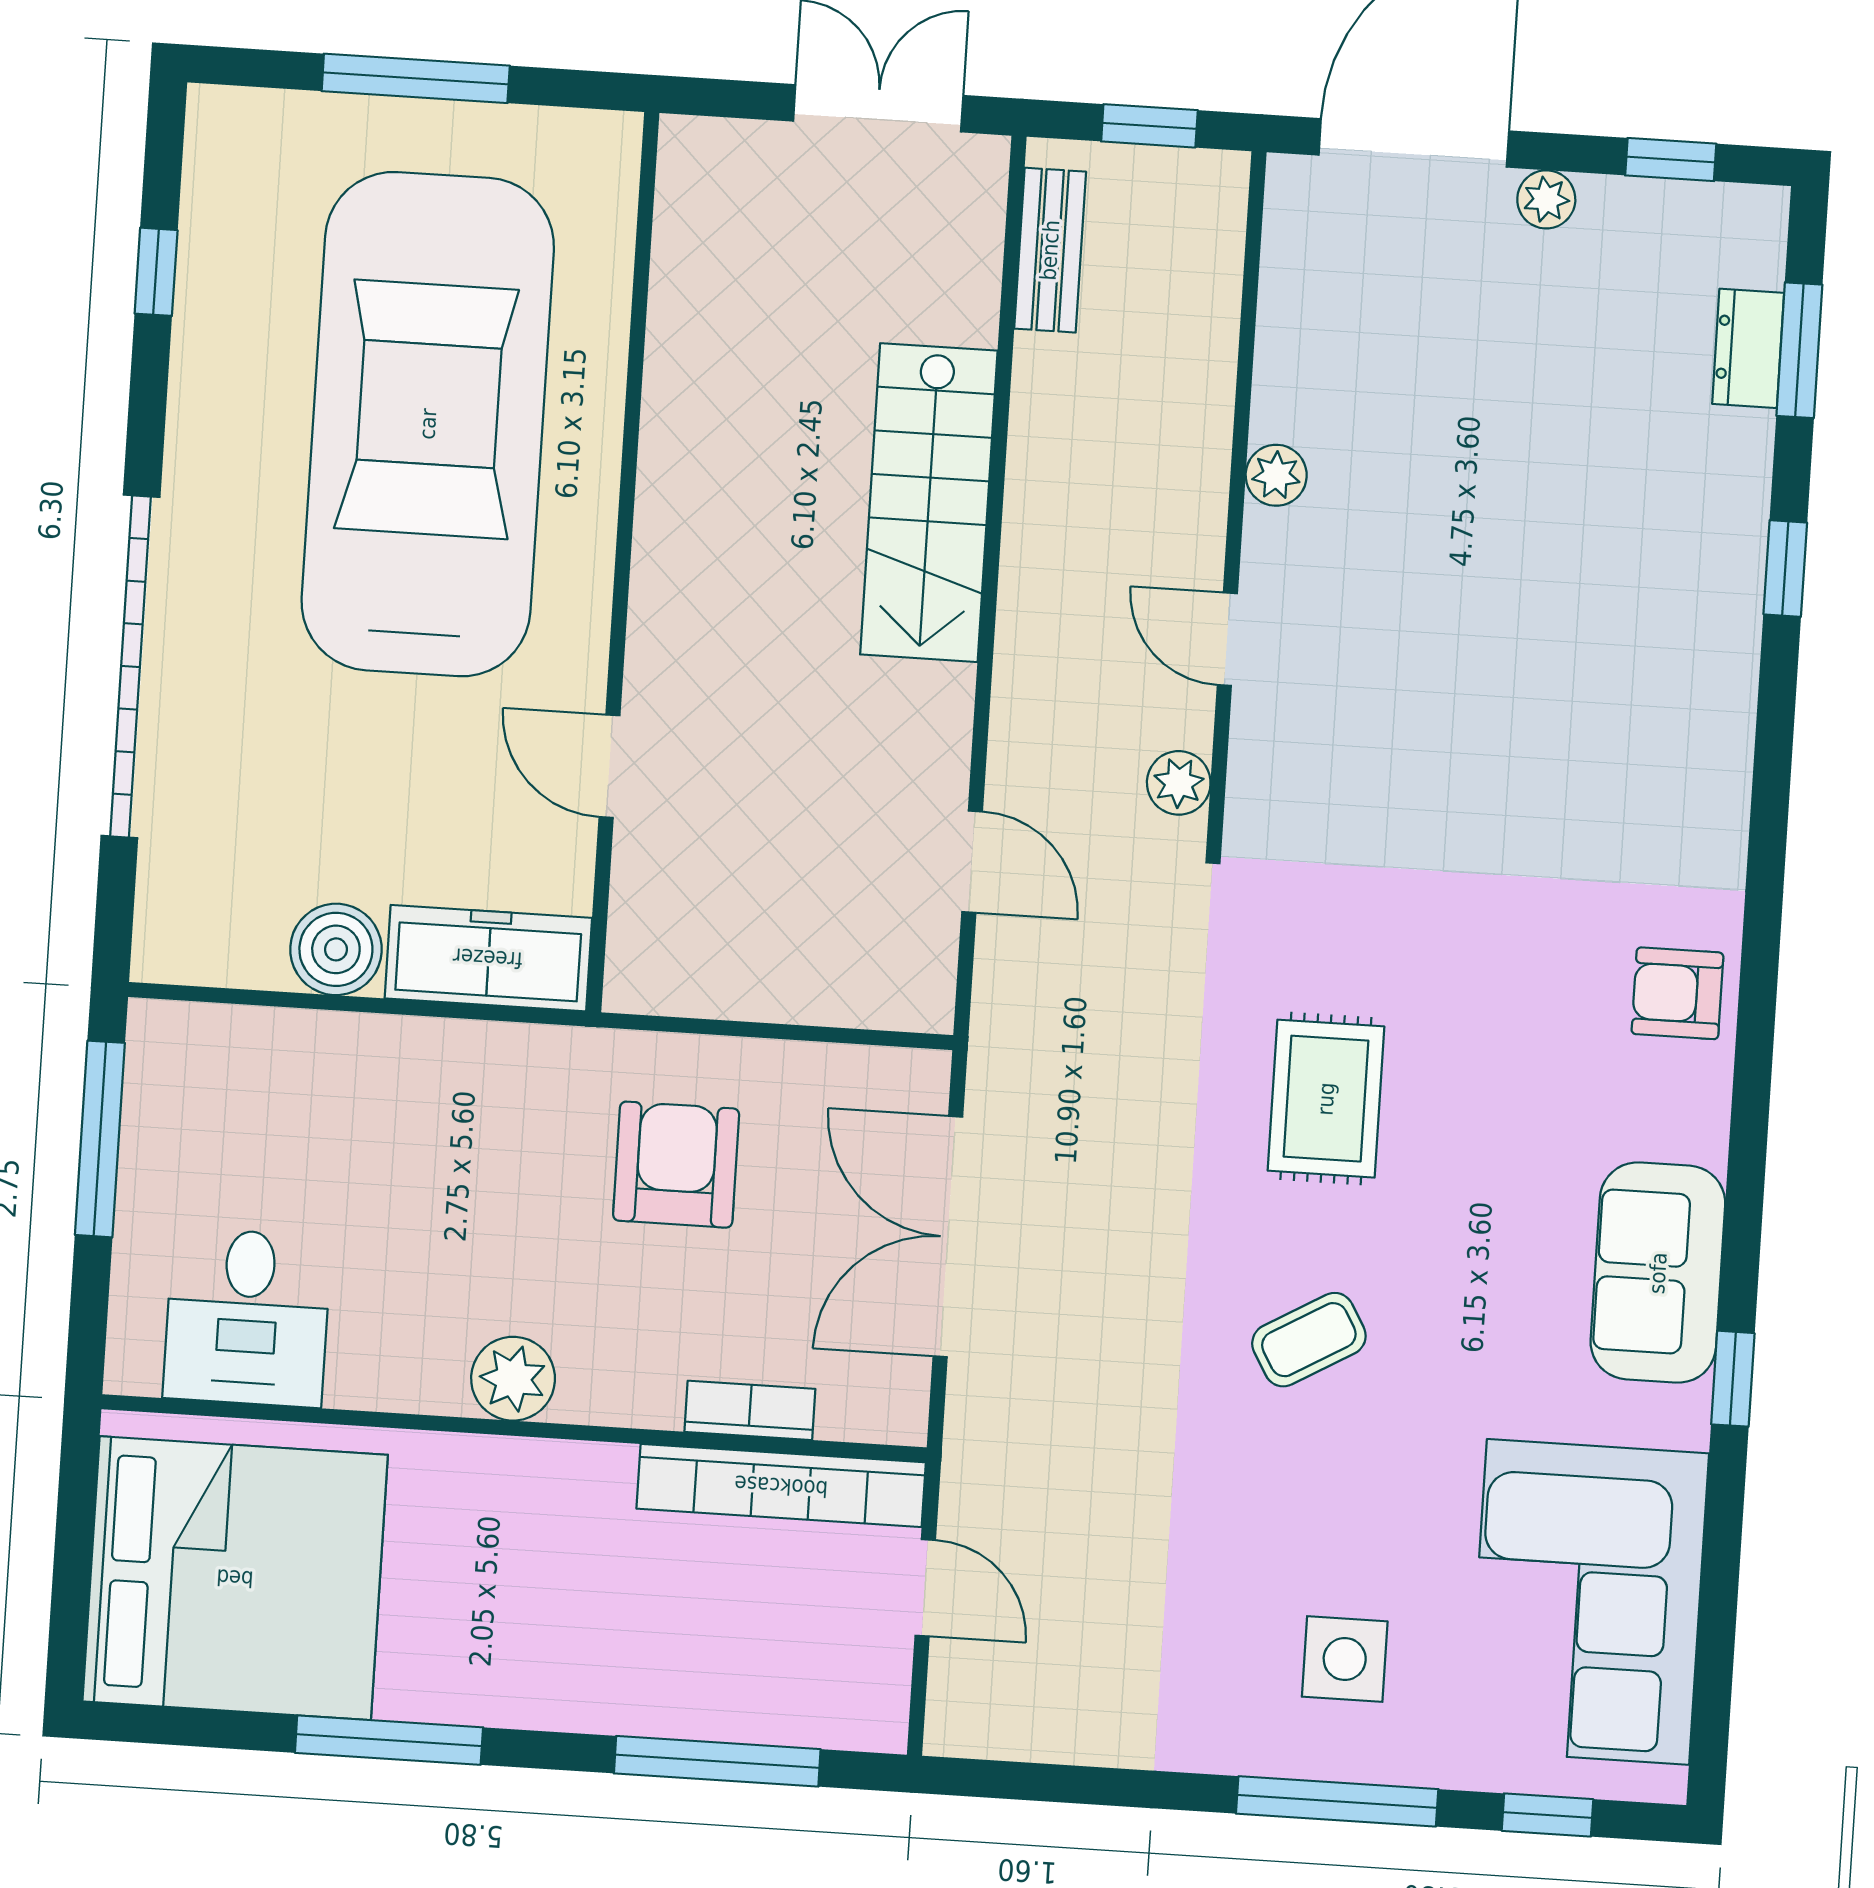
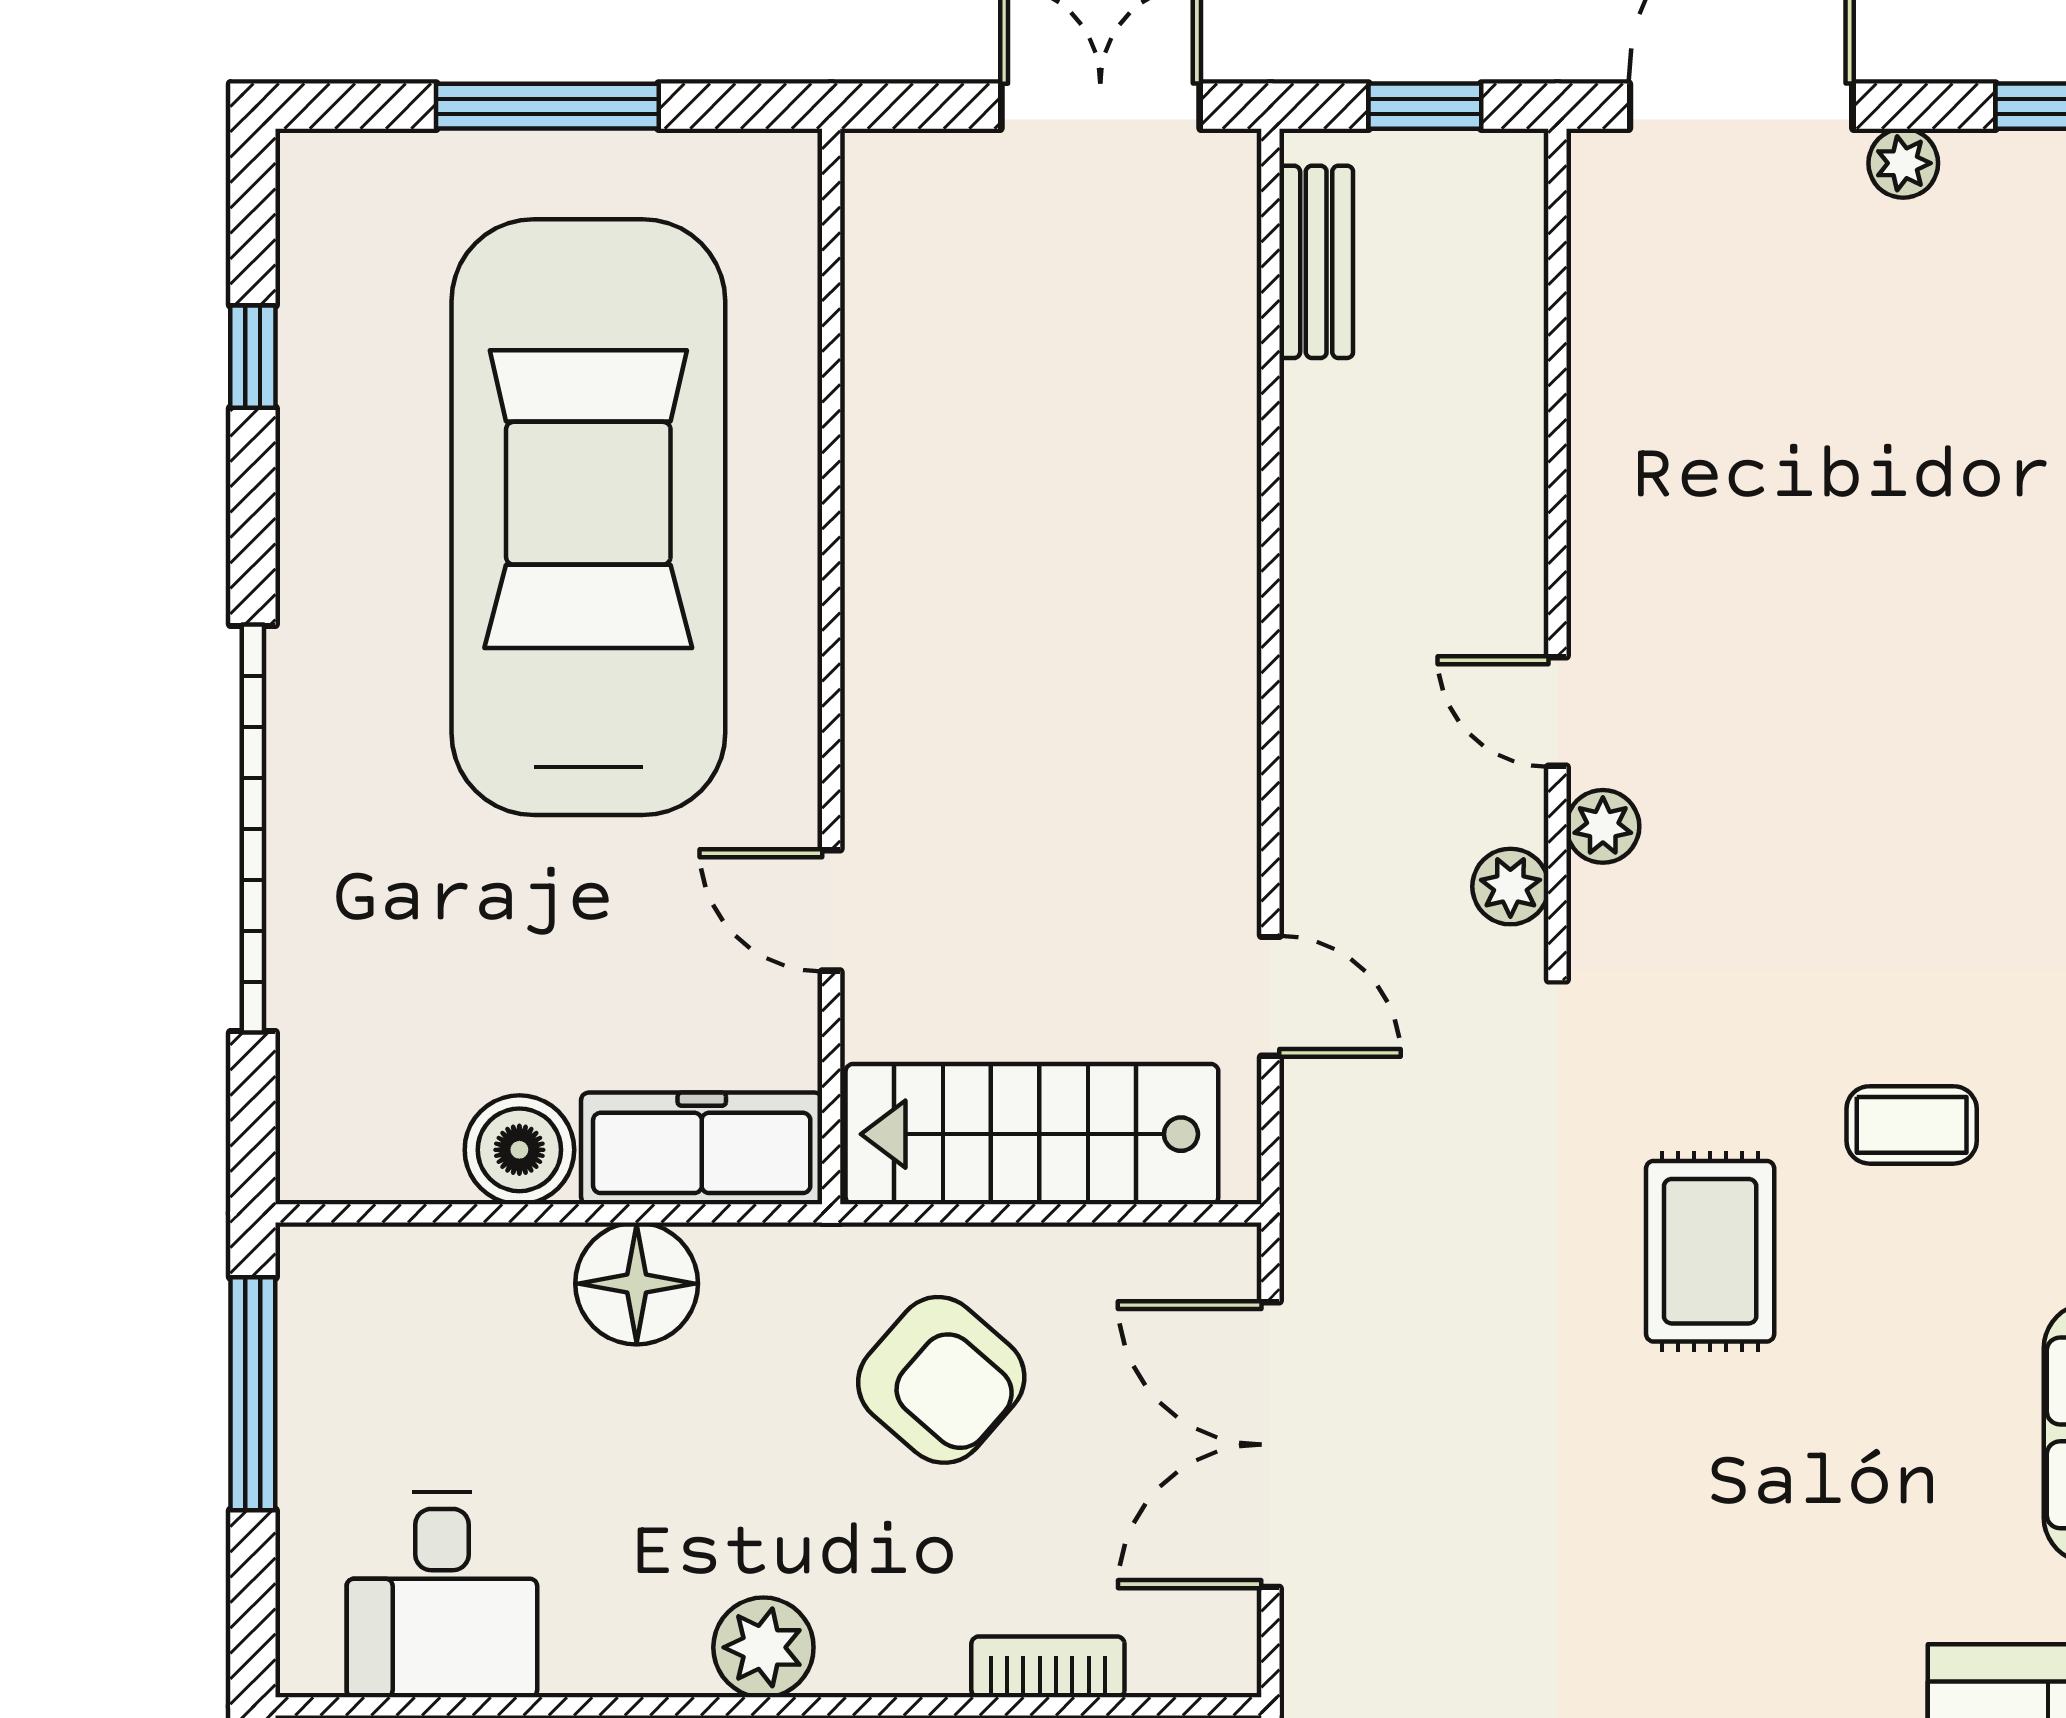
plant: (1276, 475) -> (1603, 826), moved
stairs: (929, 503) -> (1032, 1134), moved, turned 90
floor lamp: (427, 1068) -> (637, 1284), added
armchair: (676, 1165) -> (941, 1380), turned 131
coffee table: (1309, 1340) -> (1912, 1125), moved, turned 30

